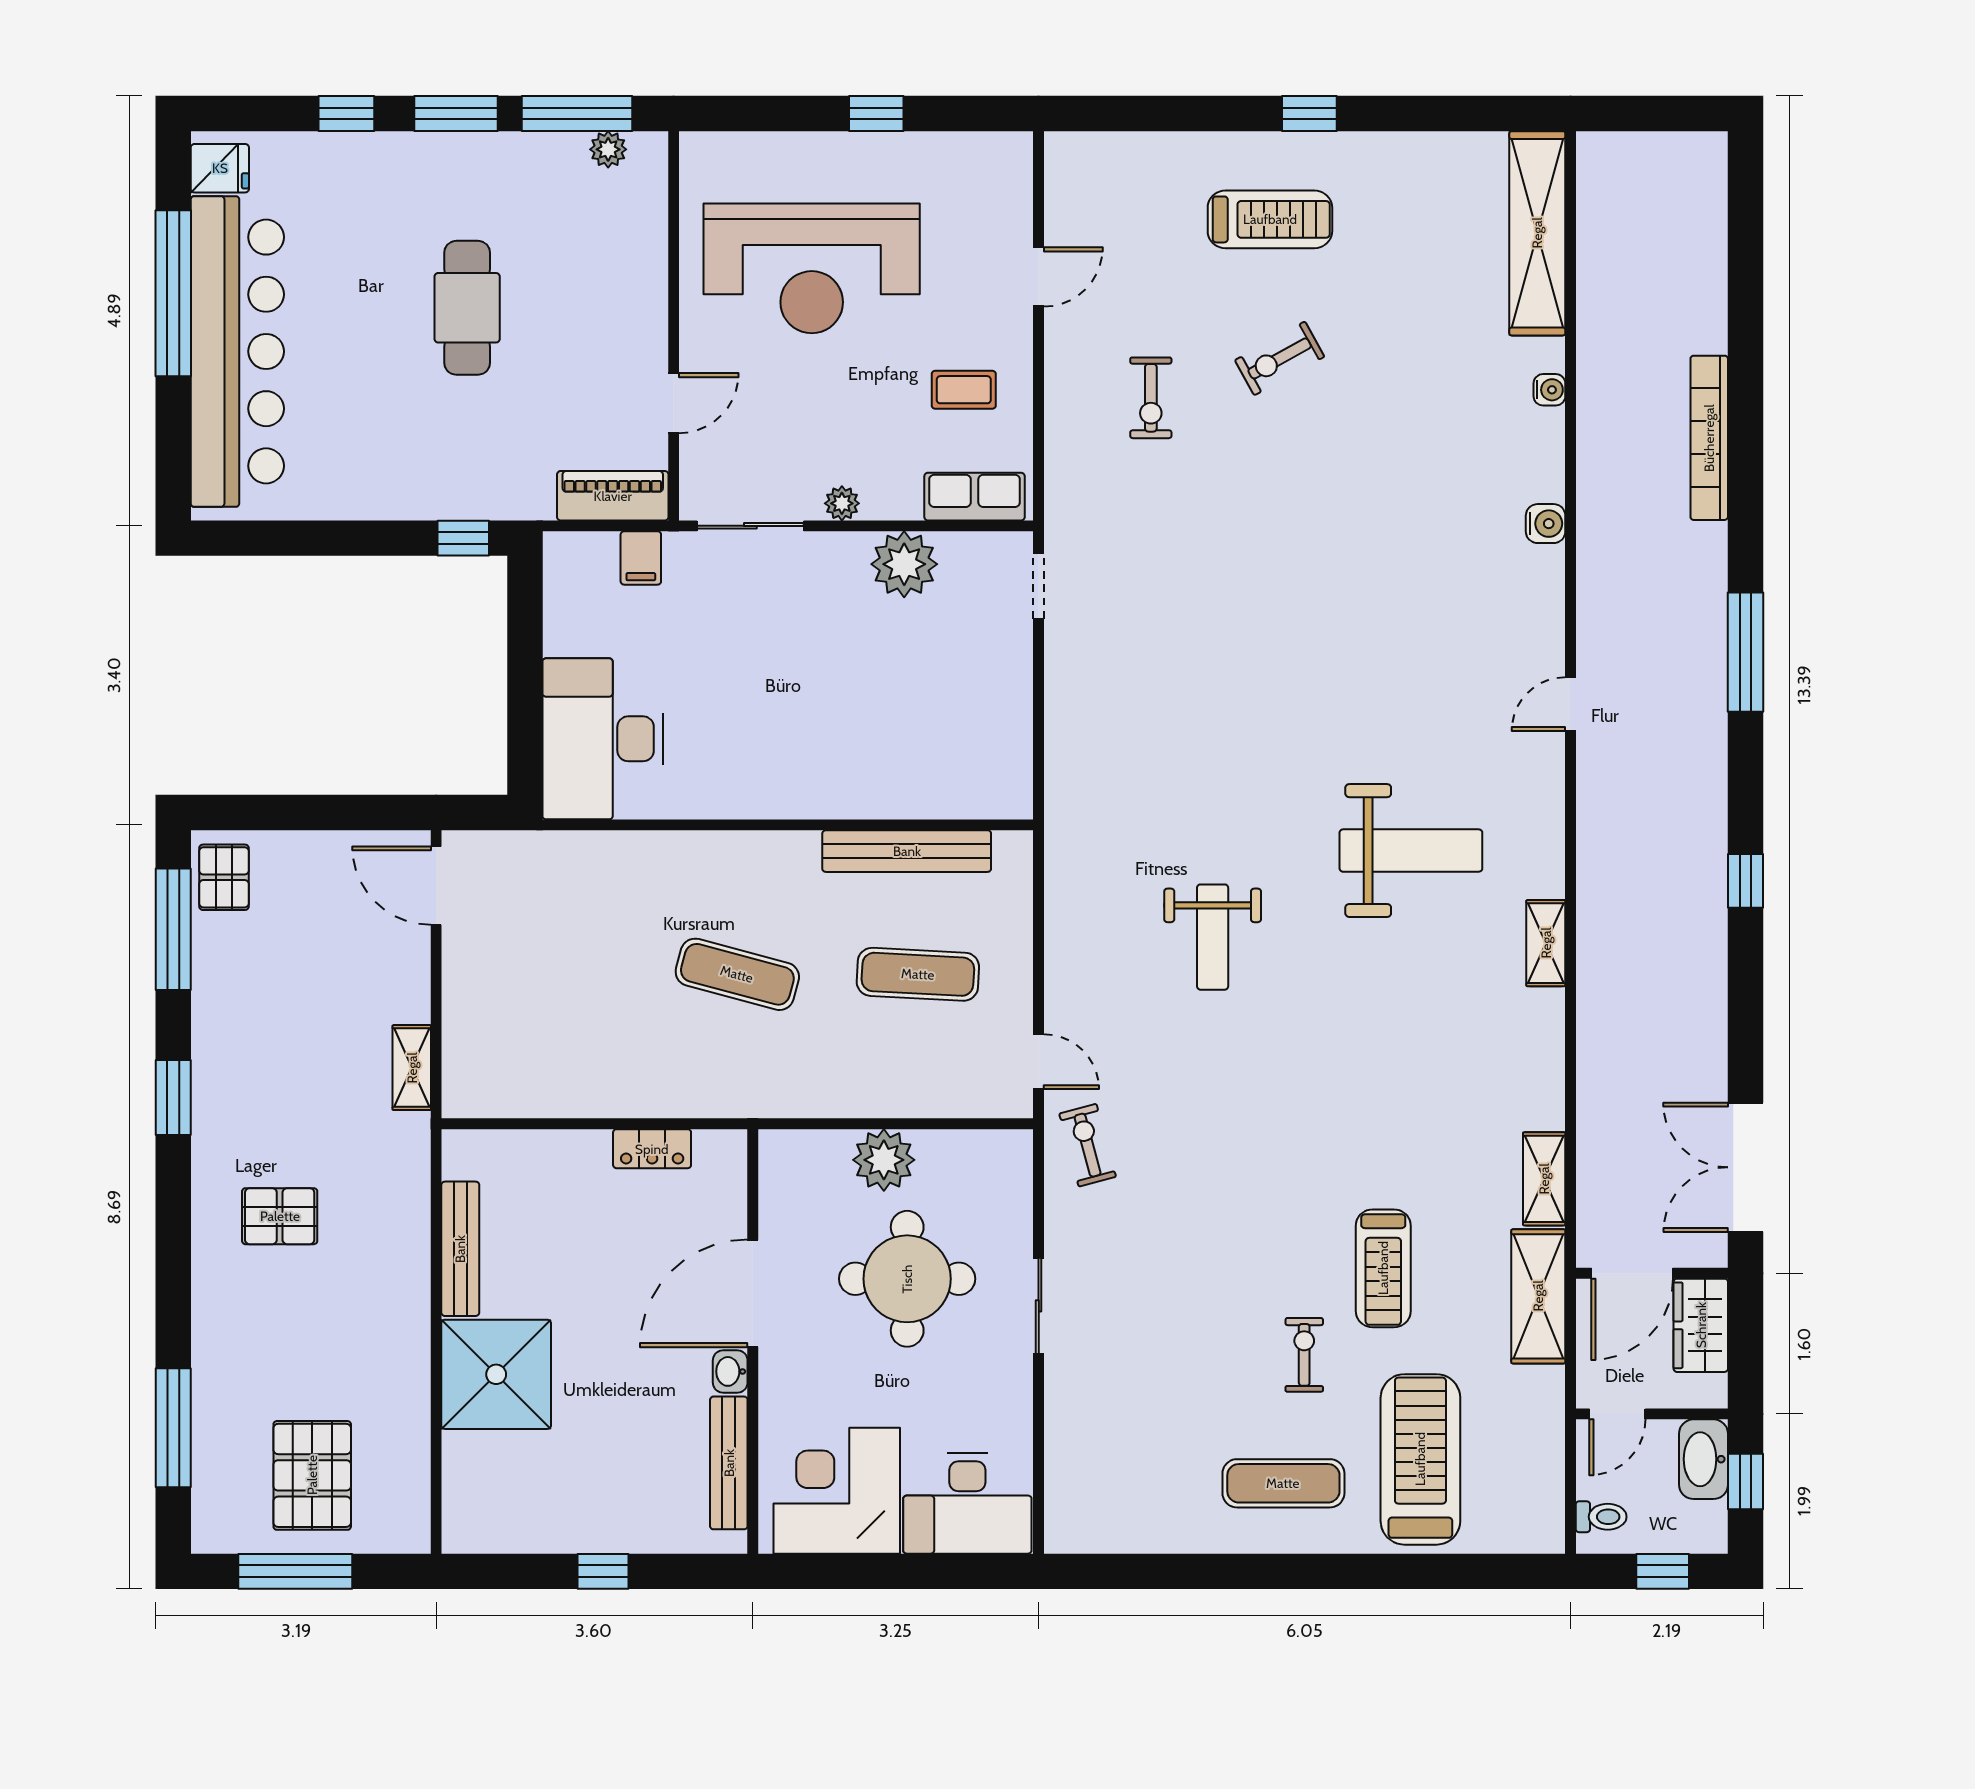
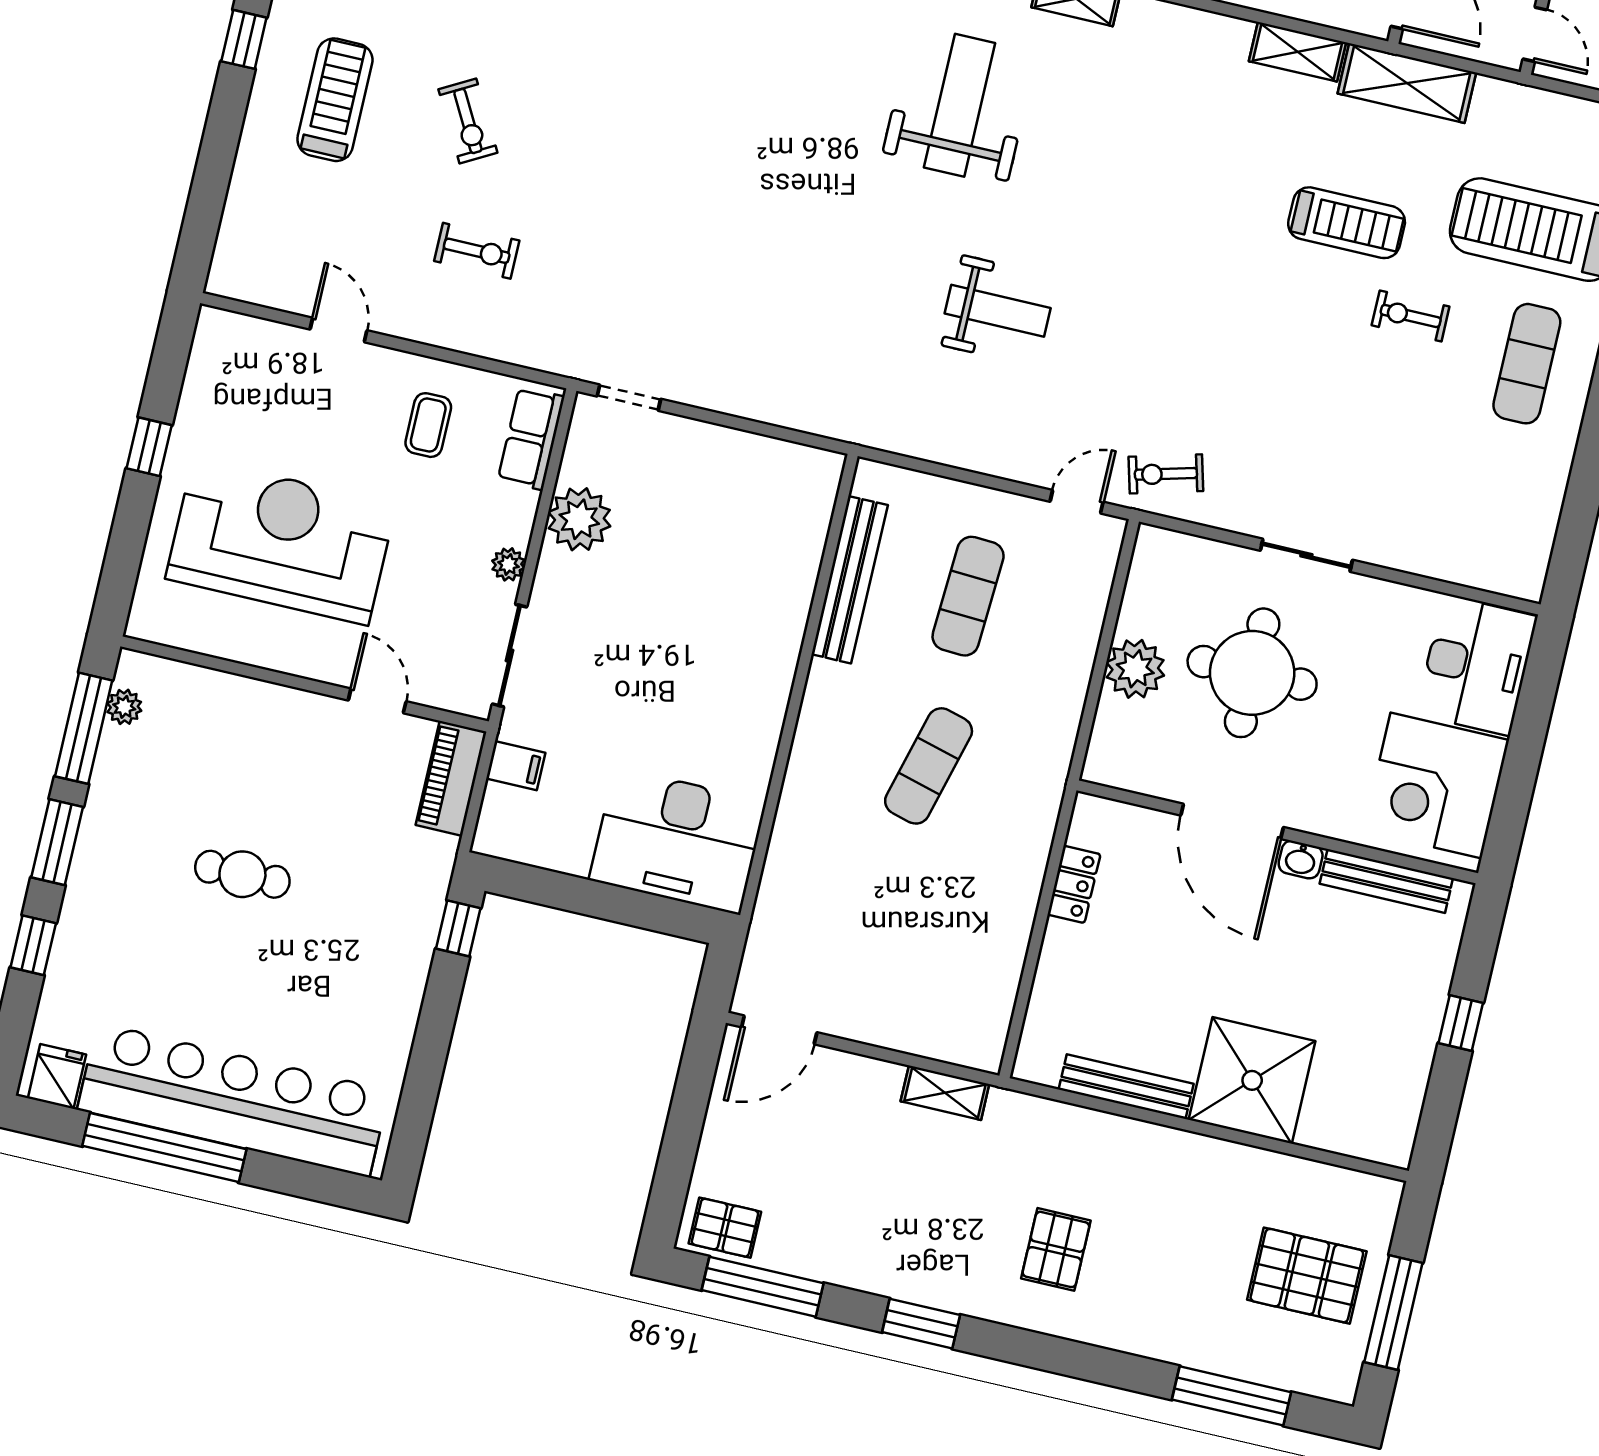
reception desk: (812, 268) -> (281, 541), turned -90
cafe table: (467, 308) -> (242, 874), width x0.73, depth x0.74

